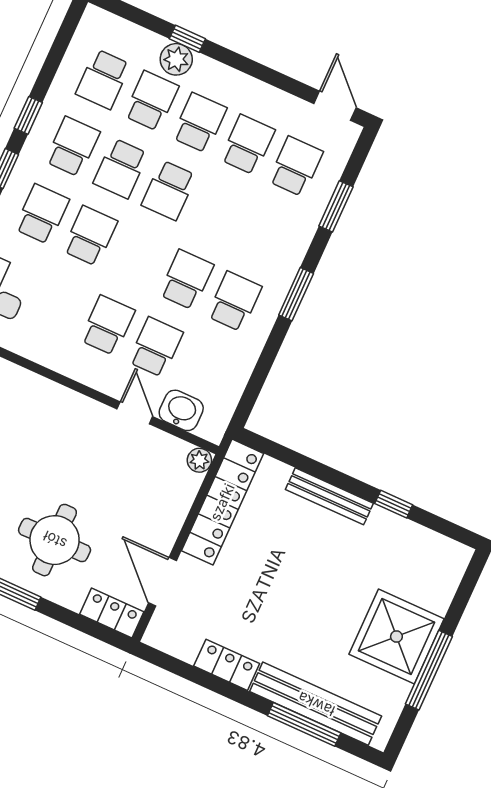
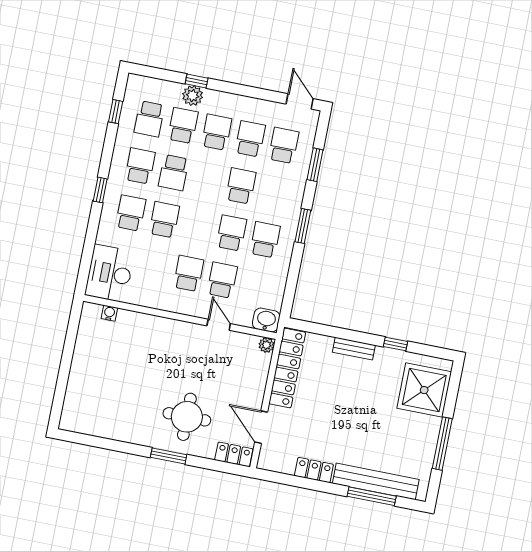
window: (28, 115) -> (116, 112), moved
school desk: (169, 190) -> (241, 186), moved, turned 180
washbasin: (181, 410) -> (266, 320), moved
bench: (329, 496) -> (354, 349), width x0.73
shower: (396, 636) -> (424, 390), moved

